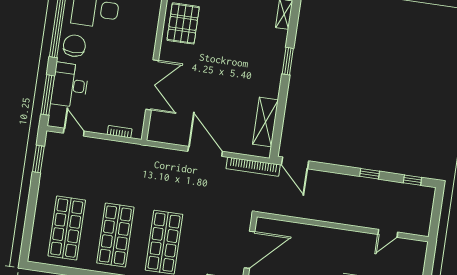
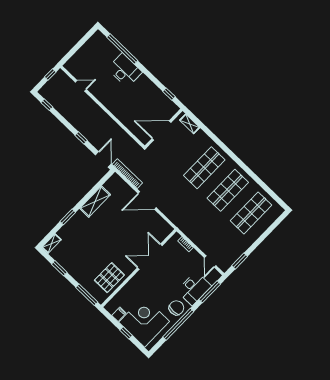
chair: (74, 46) -> (176, 308), turned 180
shelving: (265, 122) -> (95, 202), moved
door: (205, 151) -> (147, 200), hinge flipped
window: (370, 174) -> (81, 138), moved
window: (435, 220) -> (50, 75), added

